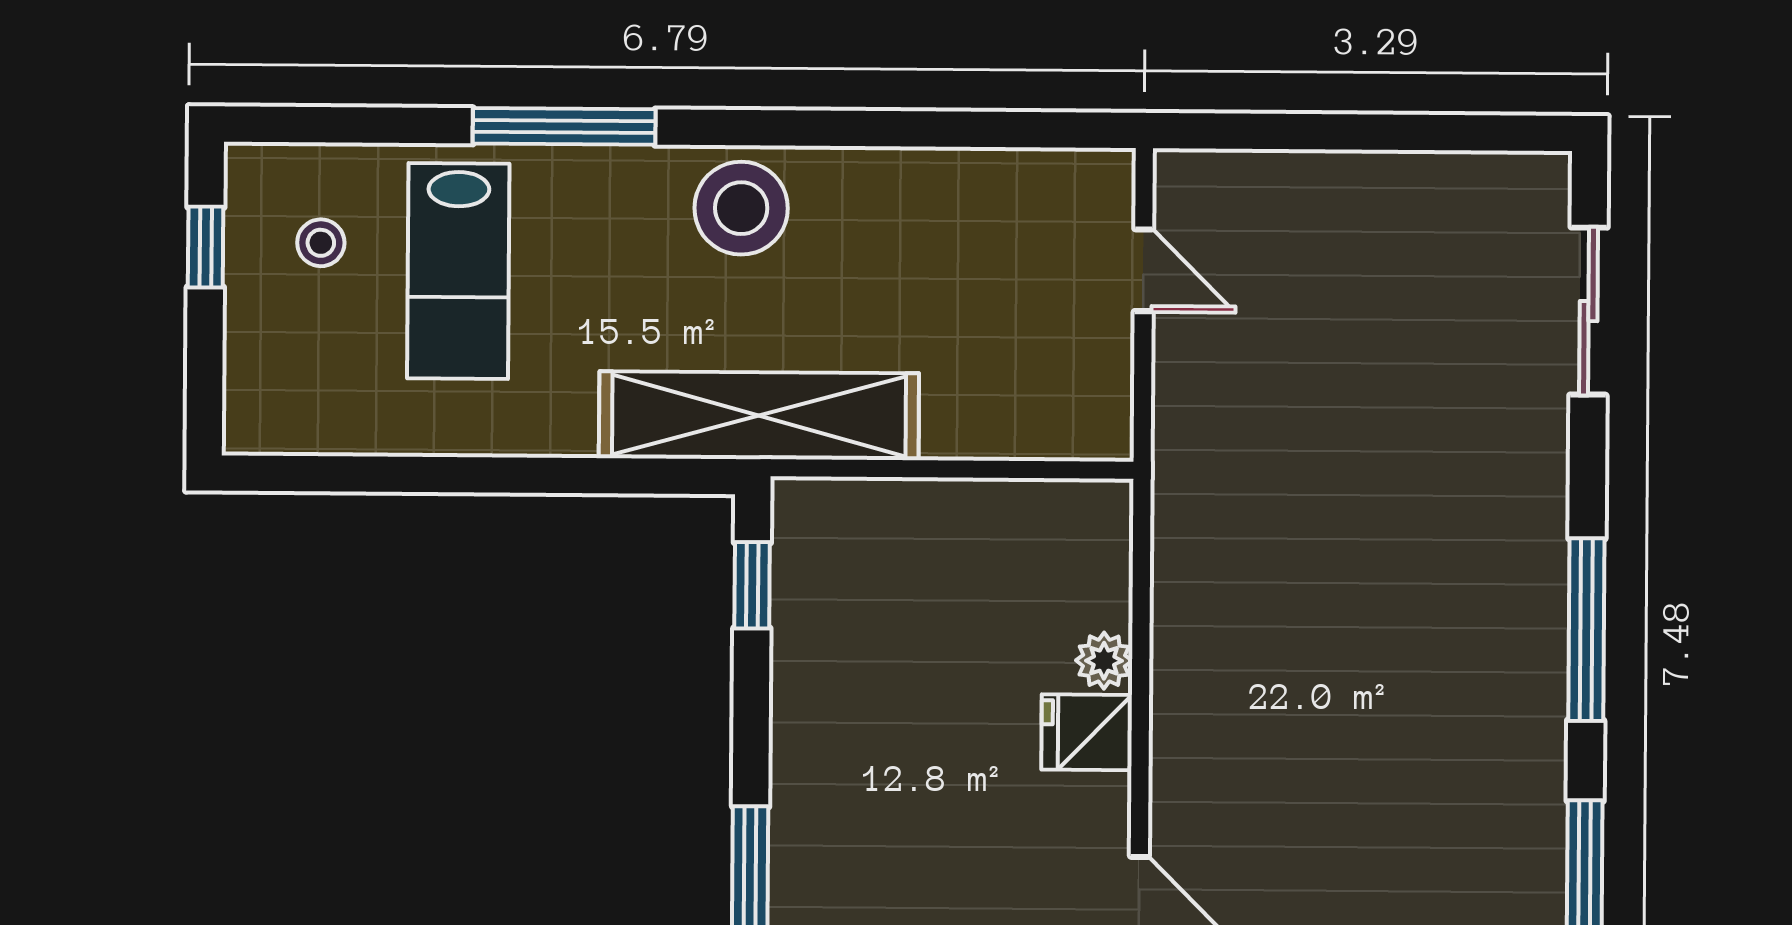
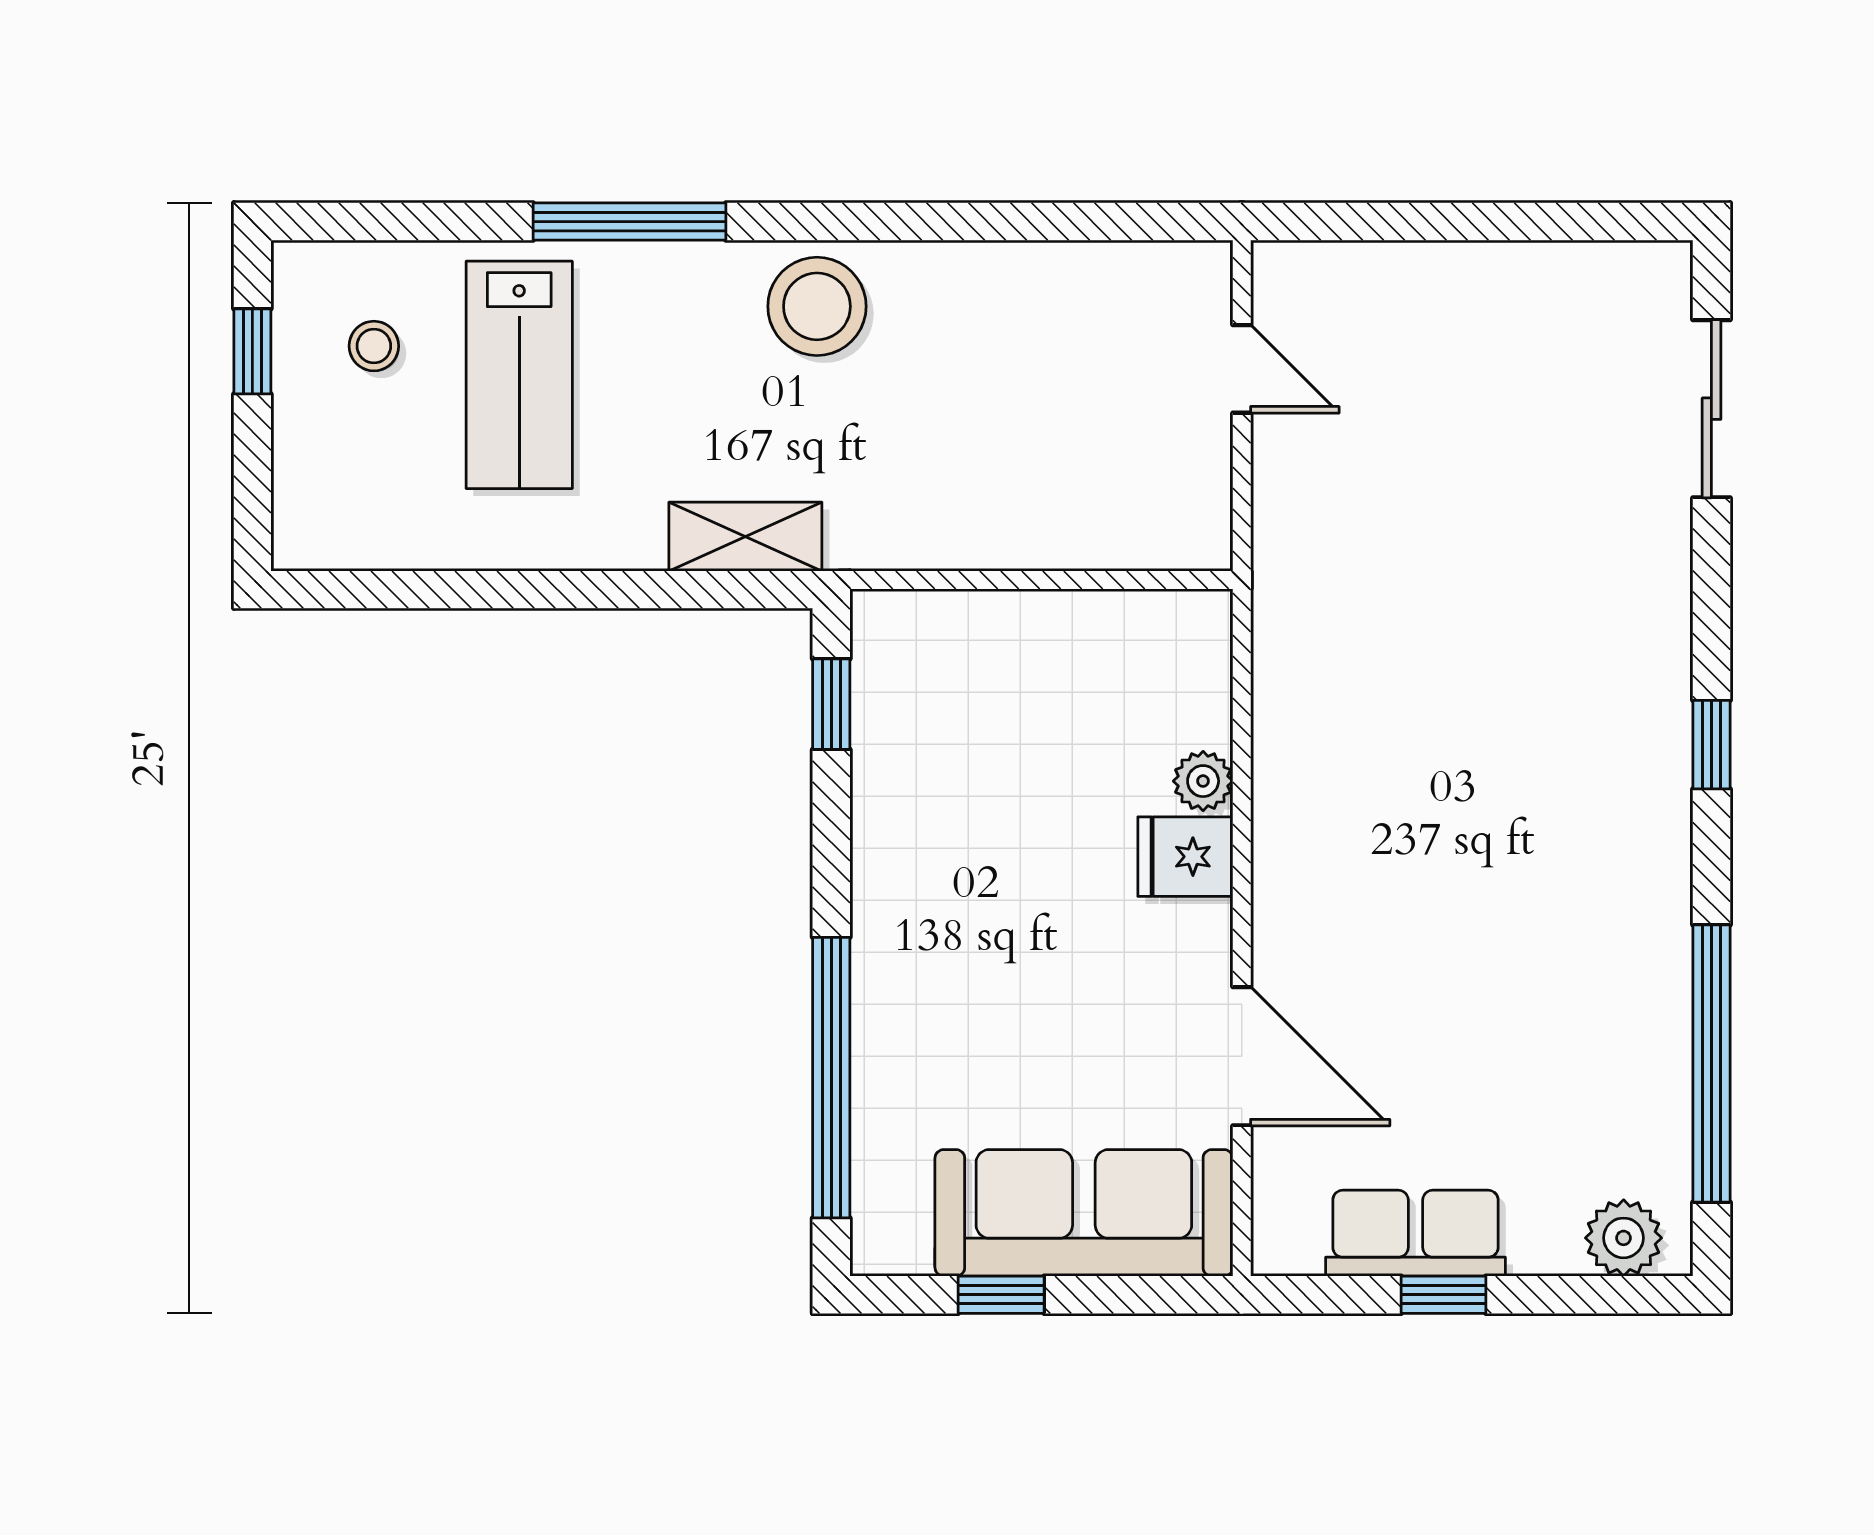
shelving: (759, 416) -> (745, 537), width x0.45, depth x0.75
window: (1586, 630) -> (1711, 745), width x0.46

